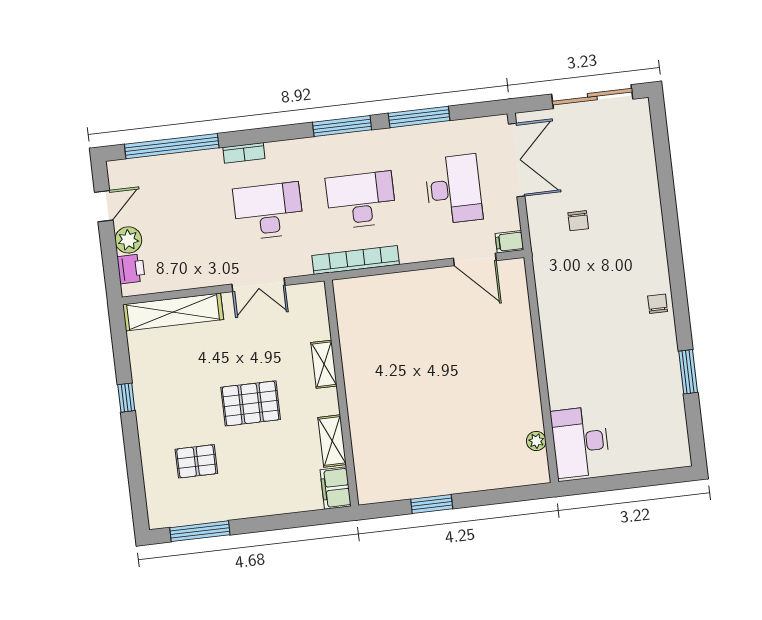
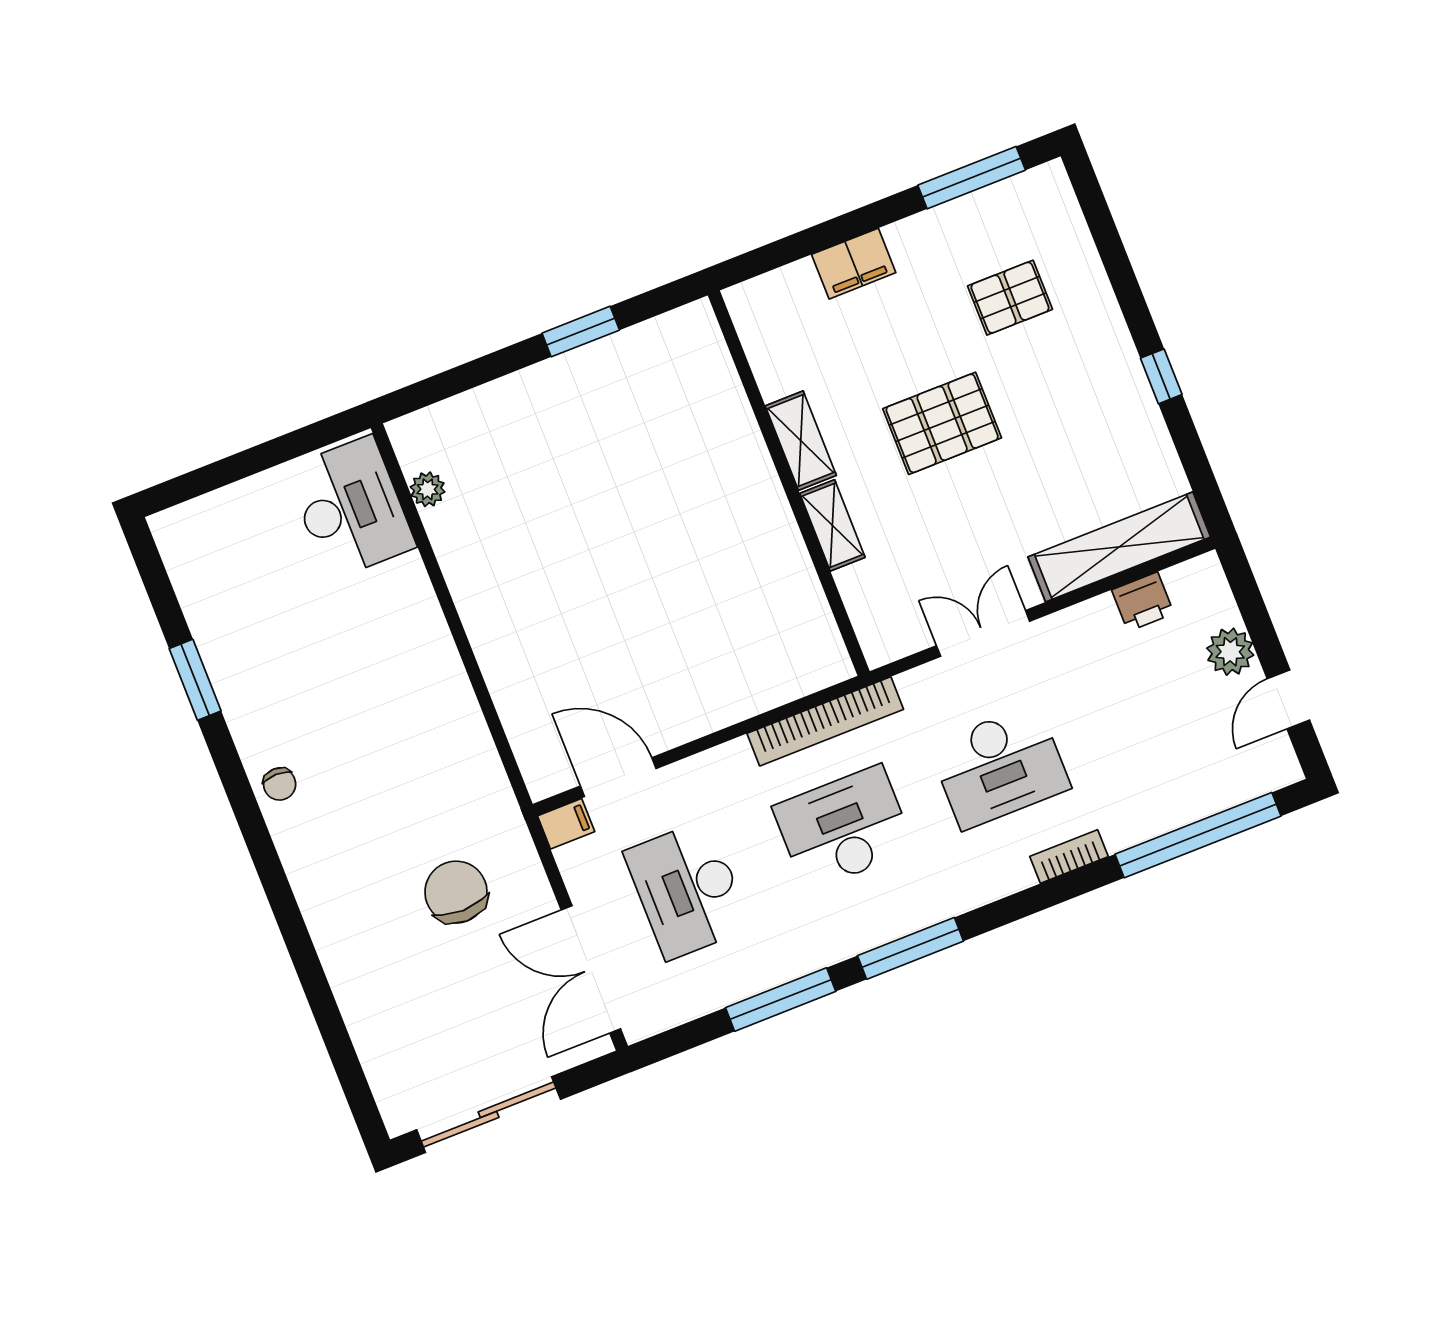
desk: (361, 200) -> (844, 828), turned 180
chair: (578, 221) -> (456, 892), width x1.87, depth x1.87
printer: (131, 269) -> (1143, 602), moved, turned -90
shelving: (332, 441) -> (801, 441), moved
filing cabinet: (336, 488) -> (854, 264), moved, turned 90

